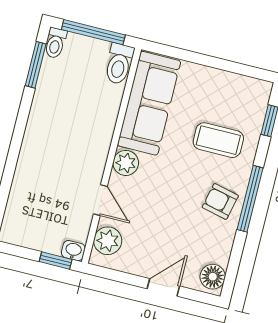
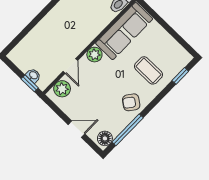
window: (250, 199) -> (128, 130), moved
armchair: (220, 201) -> (131, 102), turned -67
washbasin: (73, 251) -> (33, 75), moved

